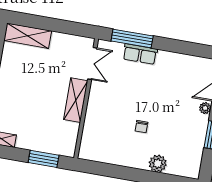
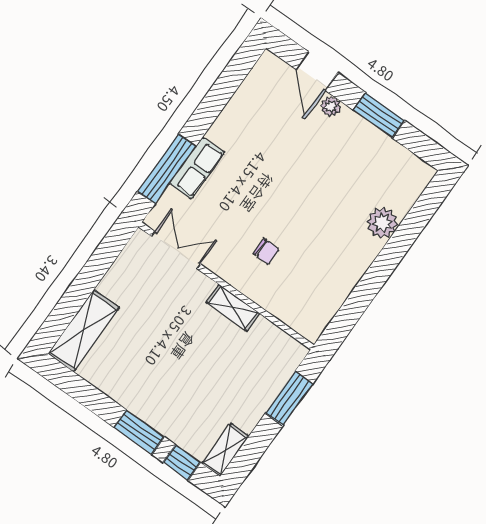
shelving: (76, 100) -> (233, 308), width x0.67, depth x0.75
chair: (141, 127) -> (266, 251), moved

